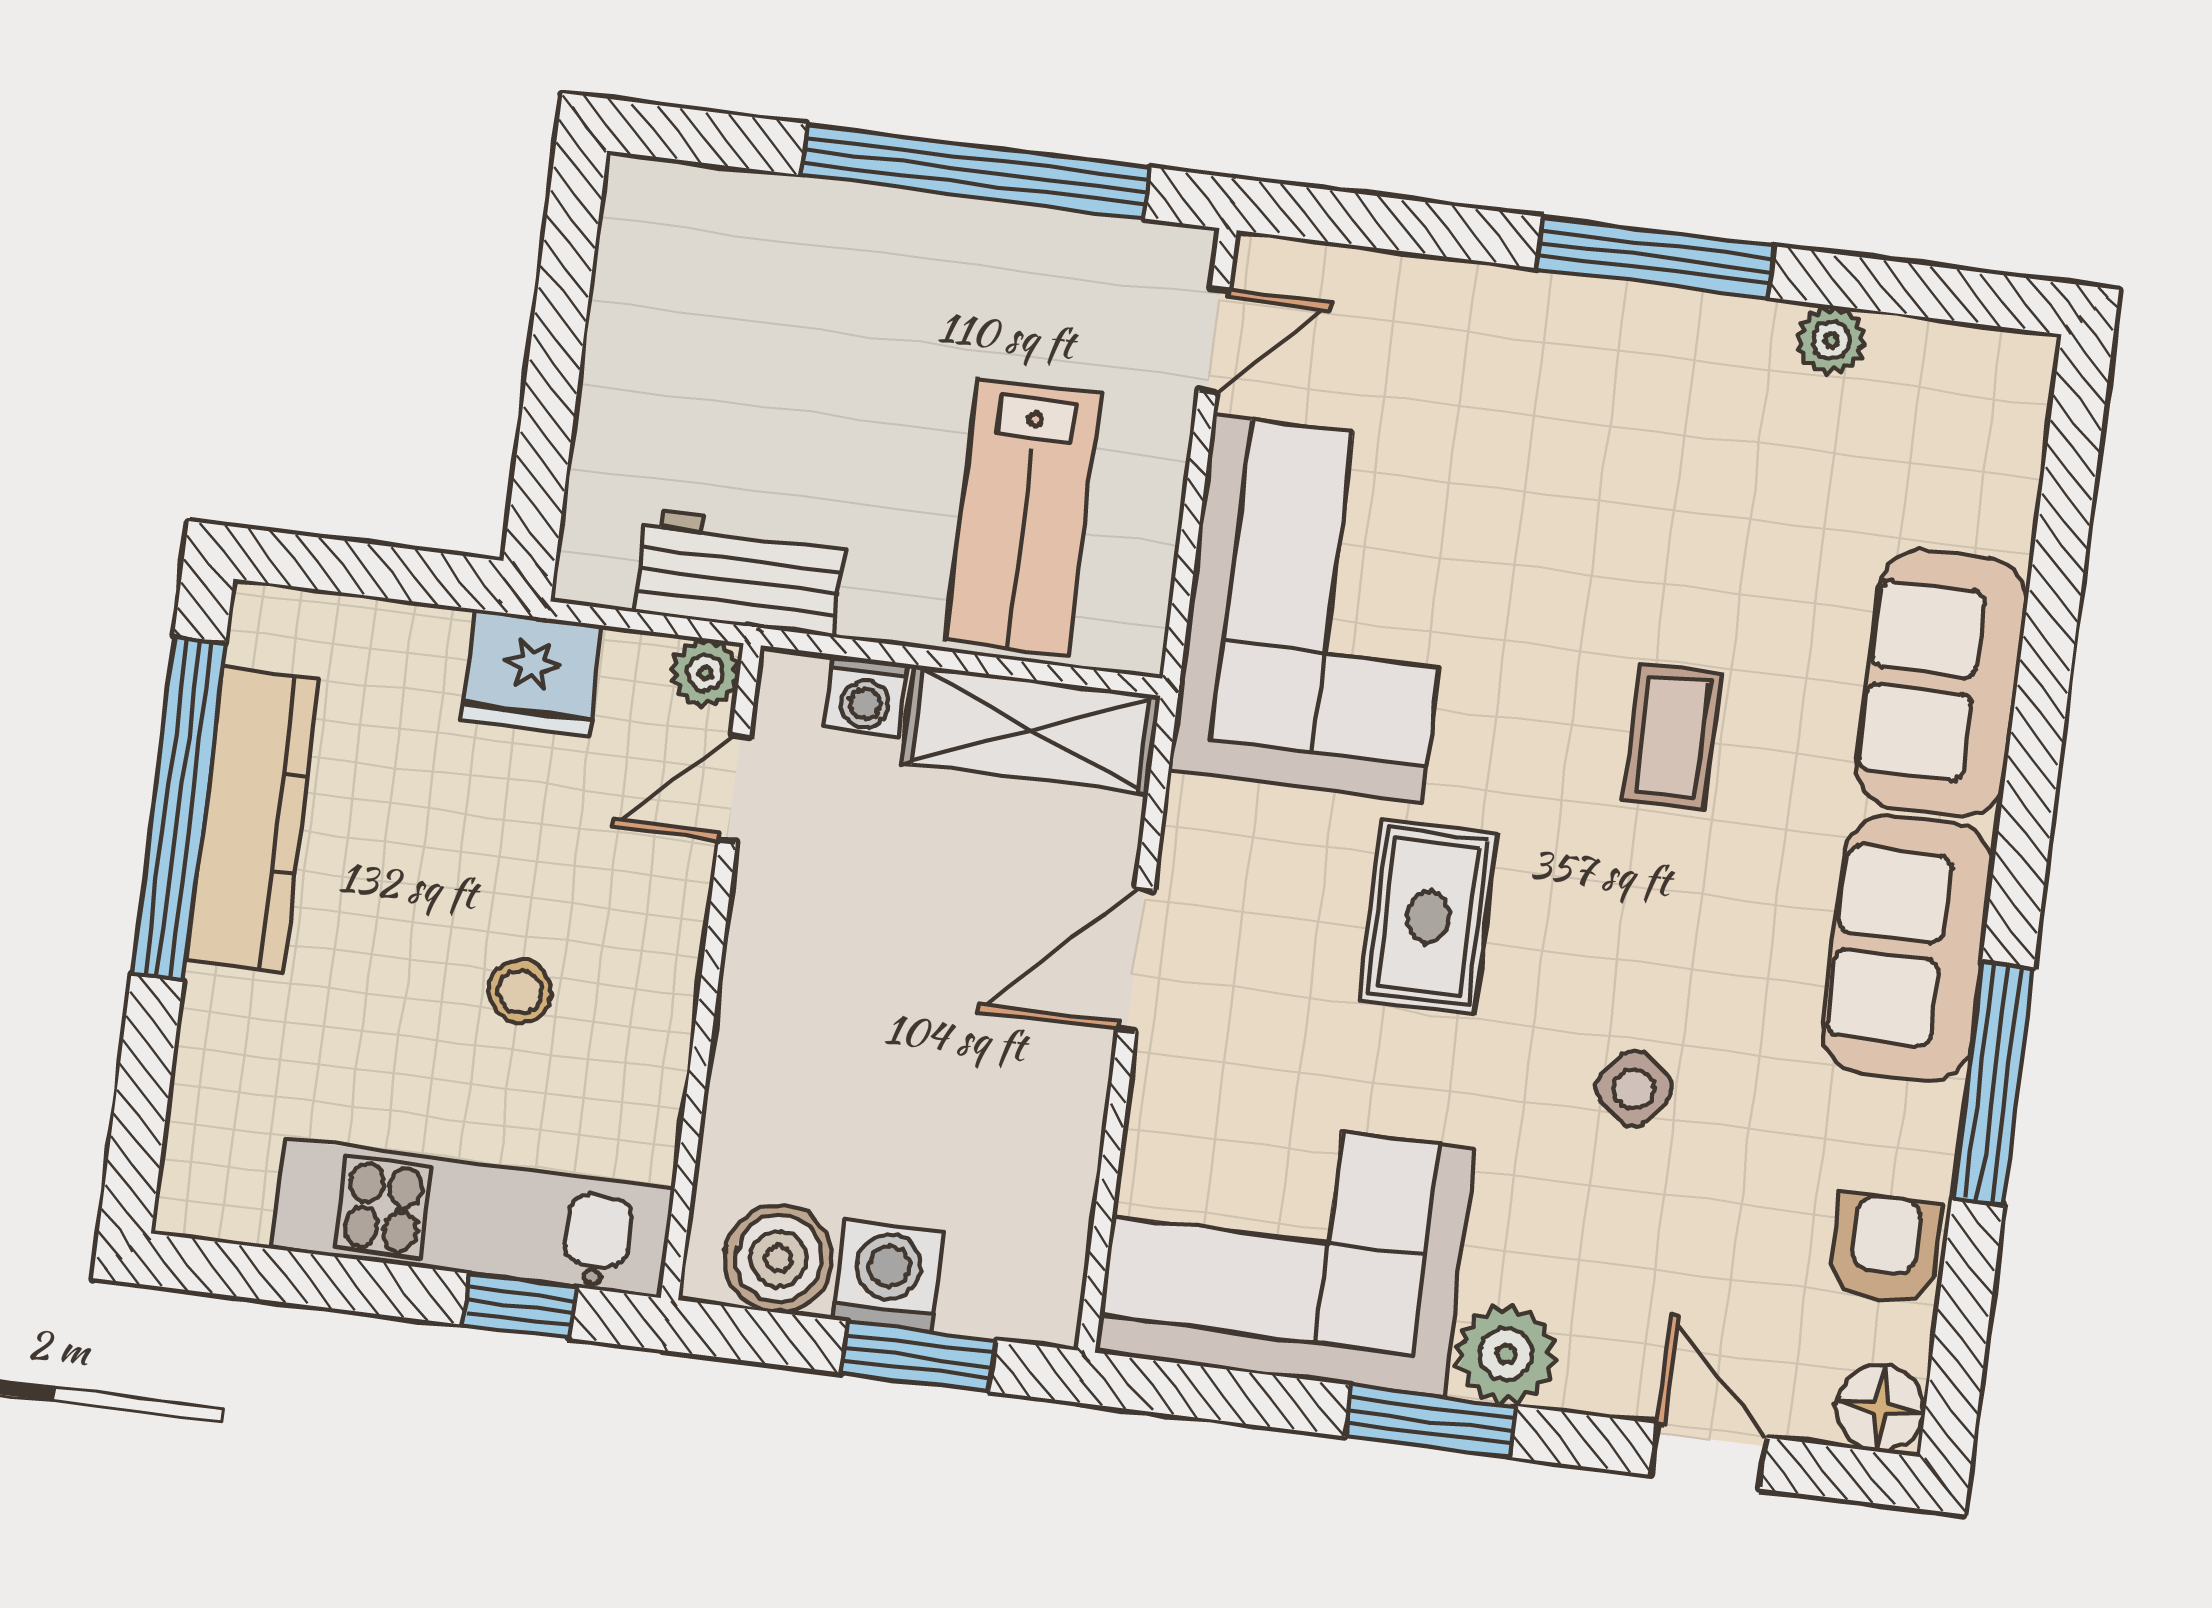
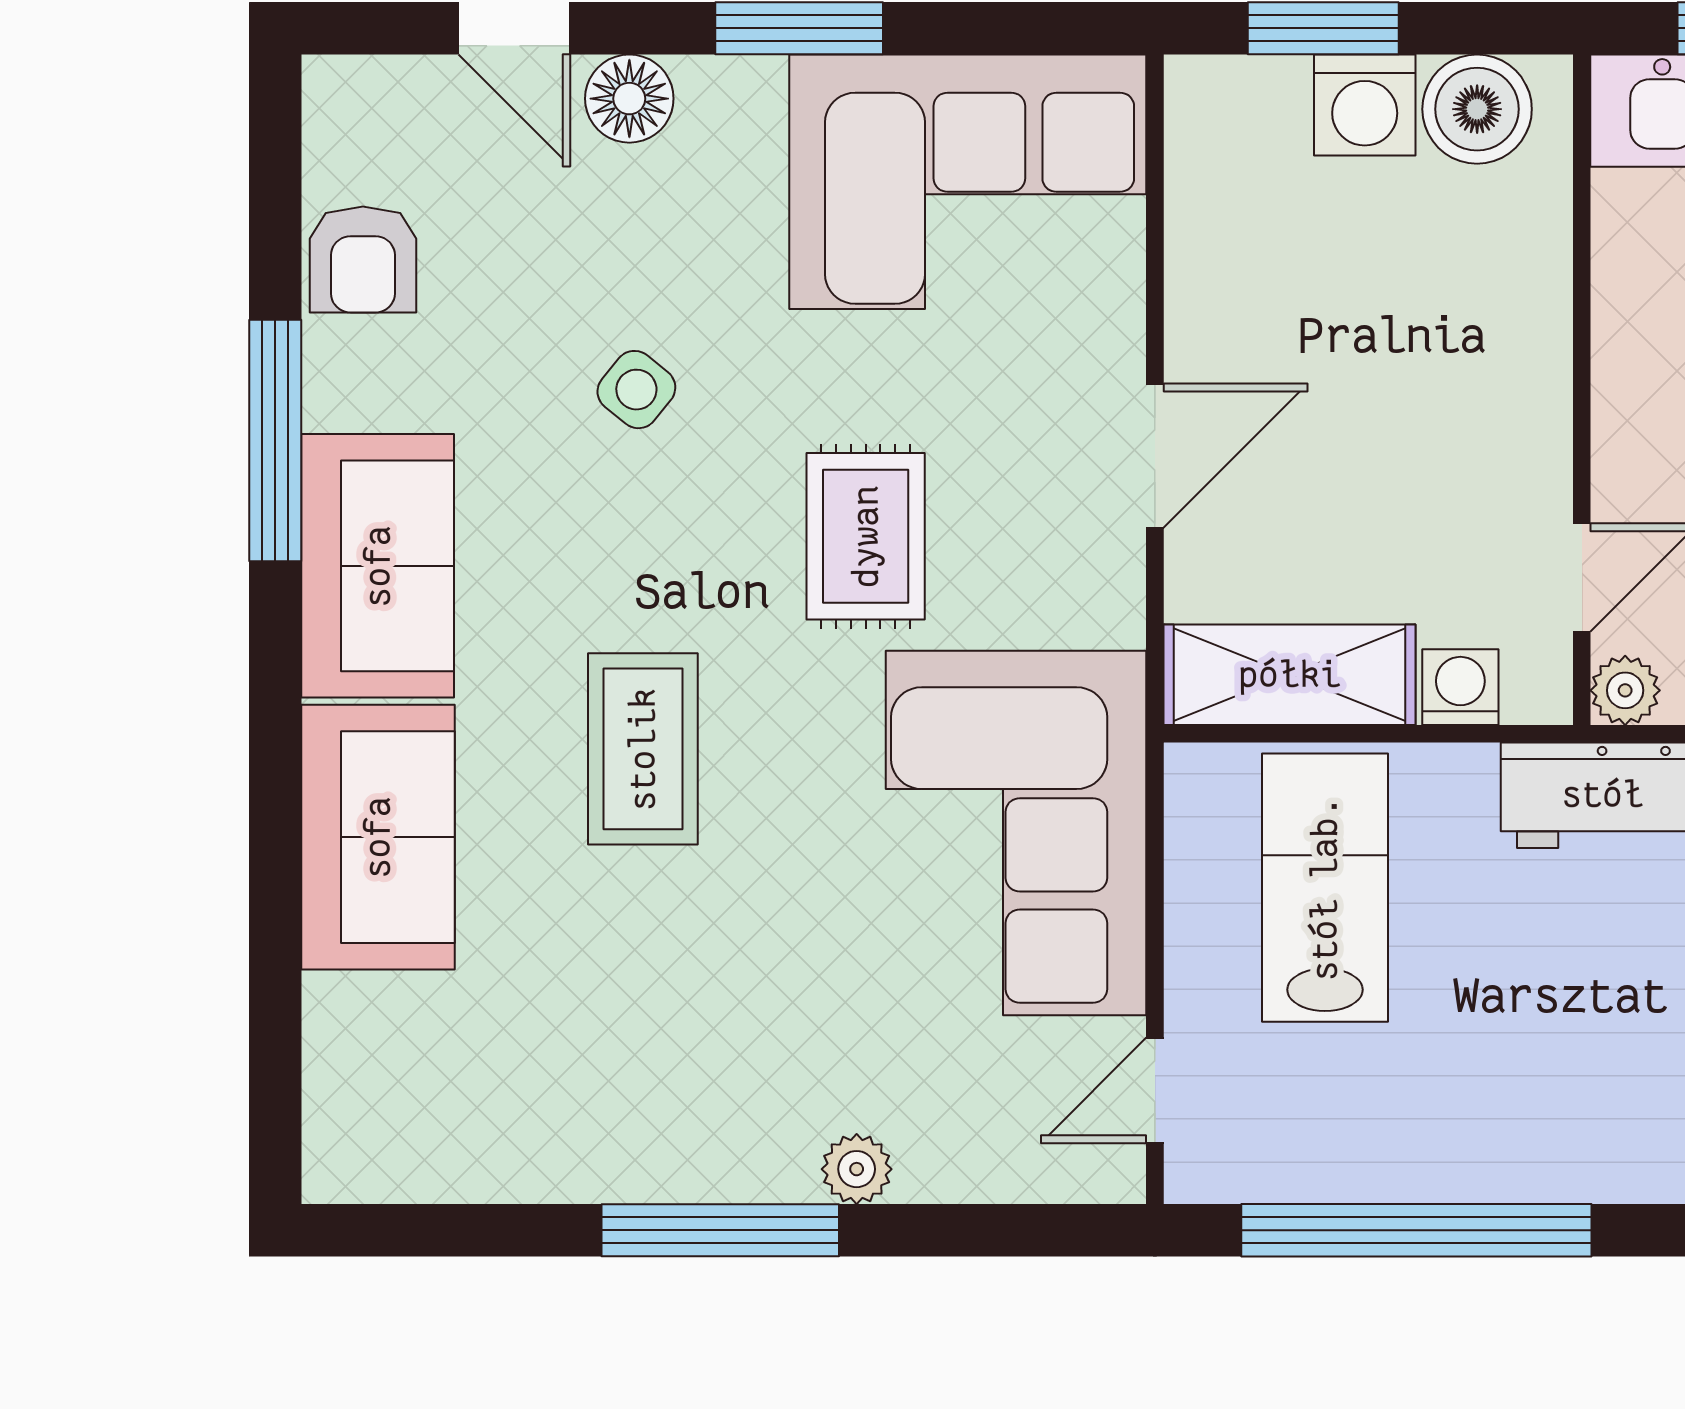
plant: (1831, 340) -> (857, 1169), moved
coffee table: (1672, 737) -> (643, 749), width x1.36, depth x1.30
plant: (1506, 1354) -> (731, 105), removed
floor lamp: (1880, 1408) -> (629, 99), moved

